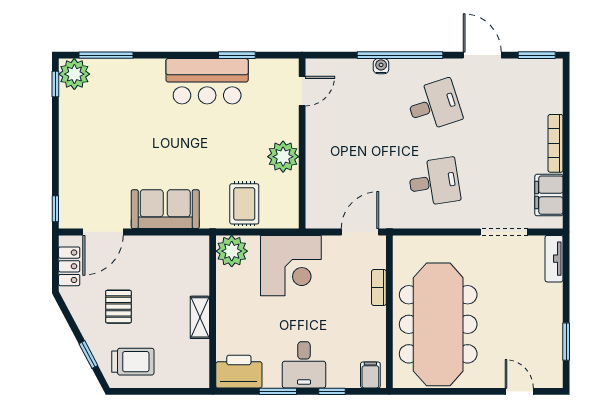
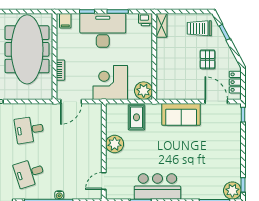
door: (103, 232) -> (216, 101), hinge flipped
shelving: (200, 317) -> (162, 25), moved
desk: (304, 365) -> (103, 30), width x1.87, depth x1.30
printer: (239, 372) -> (146, 20), width x0.53, depth x0.68

